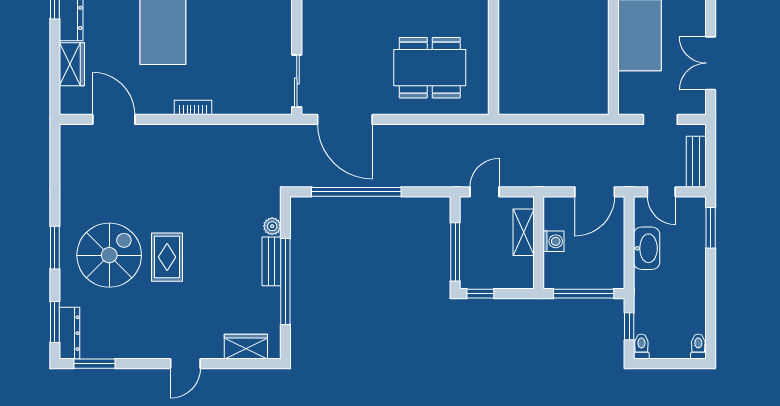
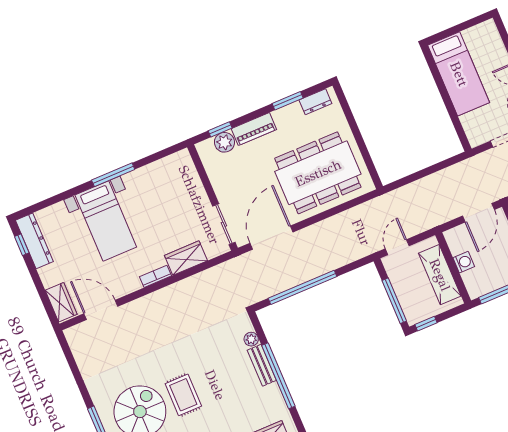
wardrobe: (72, 64) -> (61, 302), moved
dining table: (430, 68) -> (318, 173), width x1.36, depth x1.24
wardrobe: (237, 101) -> (186, 258), added
door: (345, 119) -> (271, 238), swing flipped
shelving: (524, 232) -> (440, 275), width x1.50, depth x1.33

